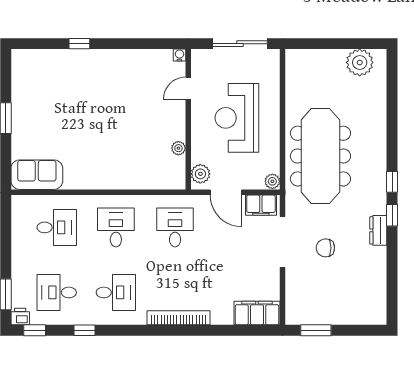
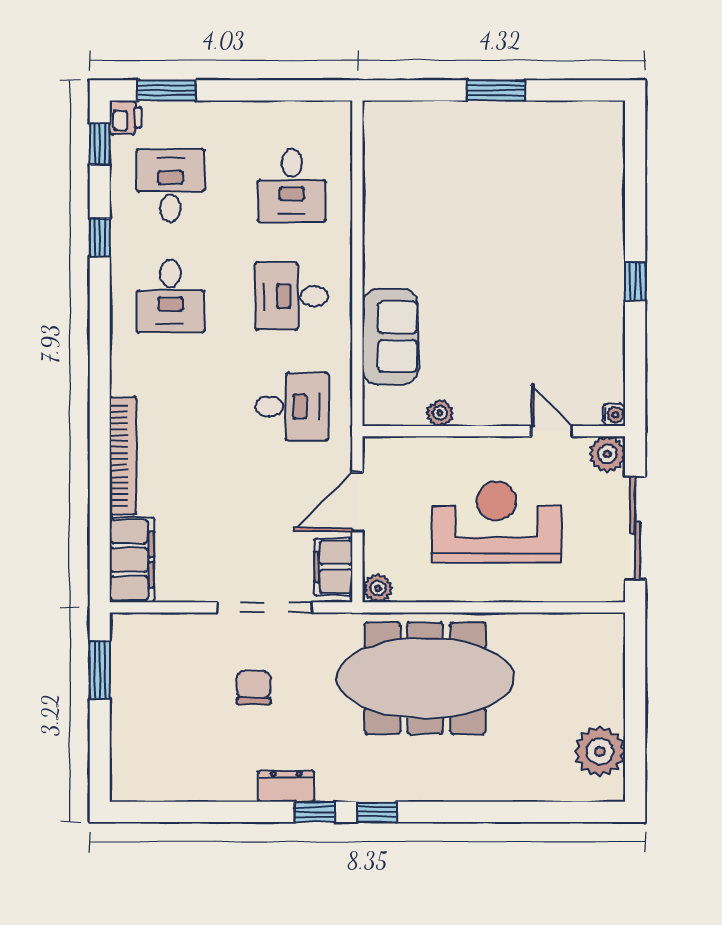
window: (79, 44) -> (635, 281), moved
plant: (200, 174) -> (607, 454), moved
sofa: (37, 175) -> (390, 337), moved
desk: (116, 227) -> (292, 296), turned 180
bookcase: (179, 318) -> (123, 456), moved

